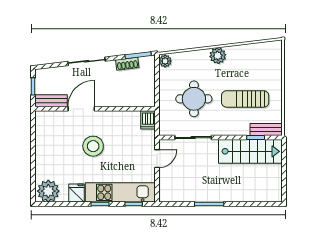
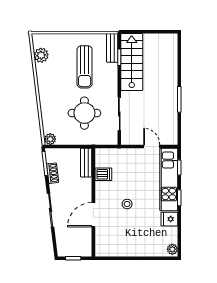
plant: (218, 56) -> (41, 55), moved
bench: (51, 101) -> (86, 163), moved
door: (81, 109) -> (93, 215), hinge flipped
dishwasher: (148, 120) -> (103, 174), moved
stool: (93, 146) -> (127, 204), width x0.53, depth x0.53
door: (157, 159) -> (152, 146), moved
plant: (48, 191) -> (172, 249), width x0.53, depth x0.53

